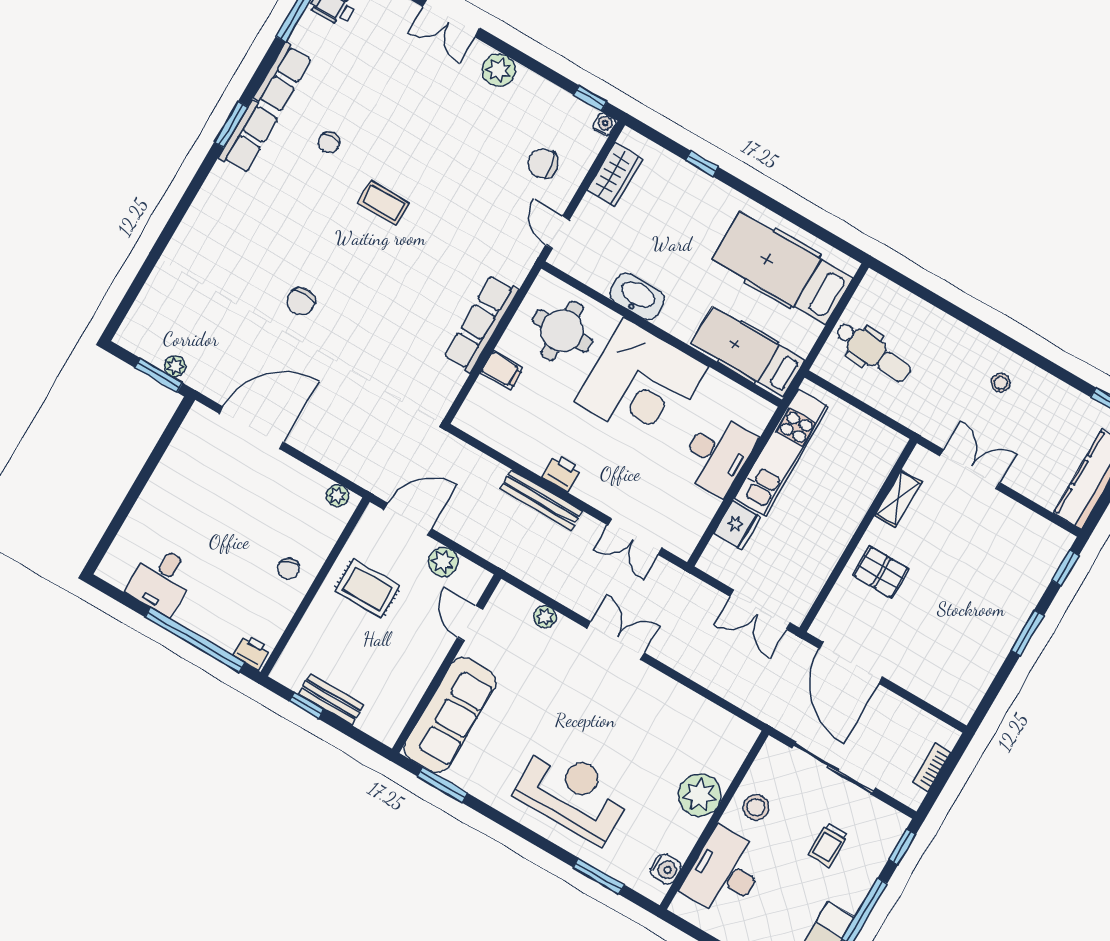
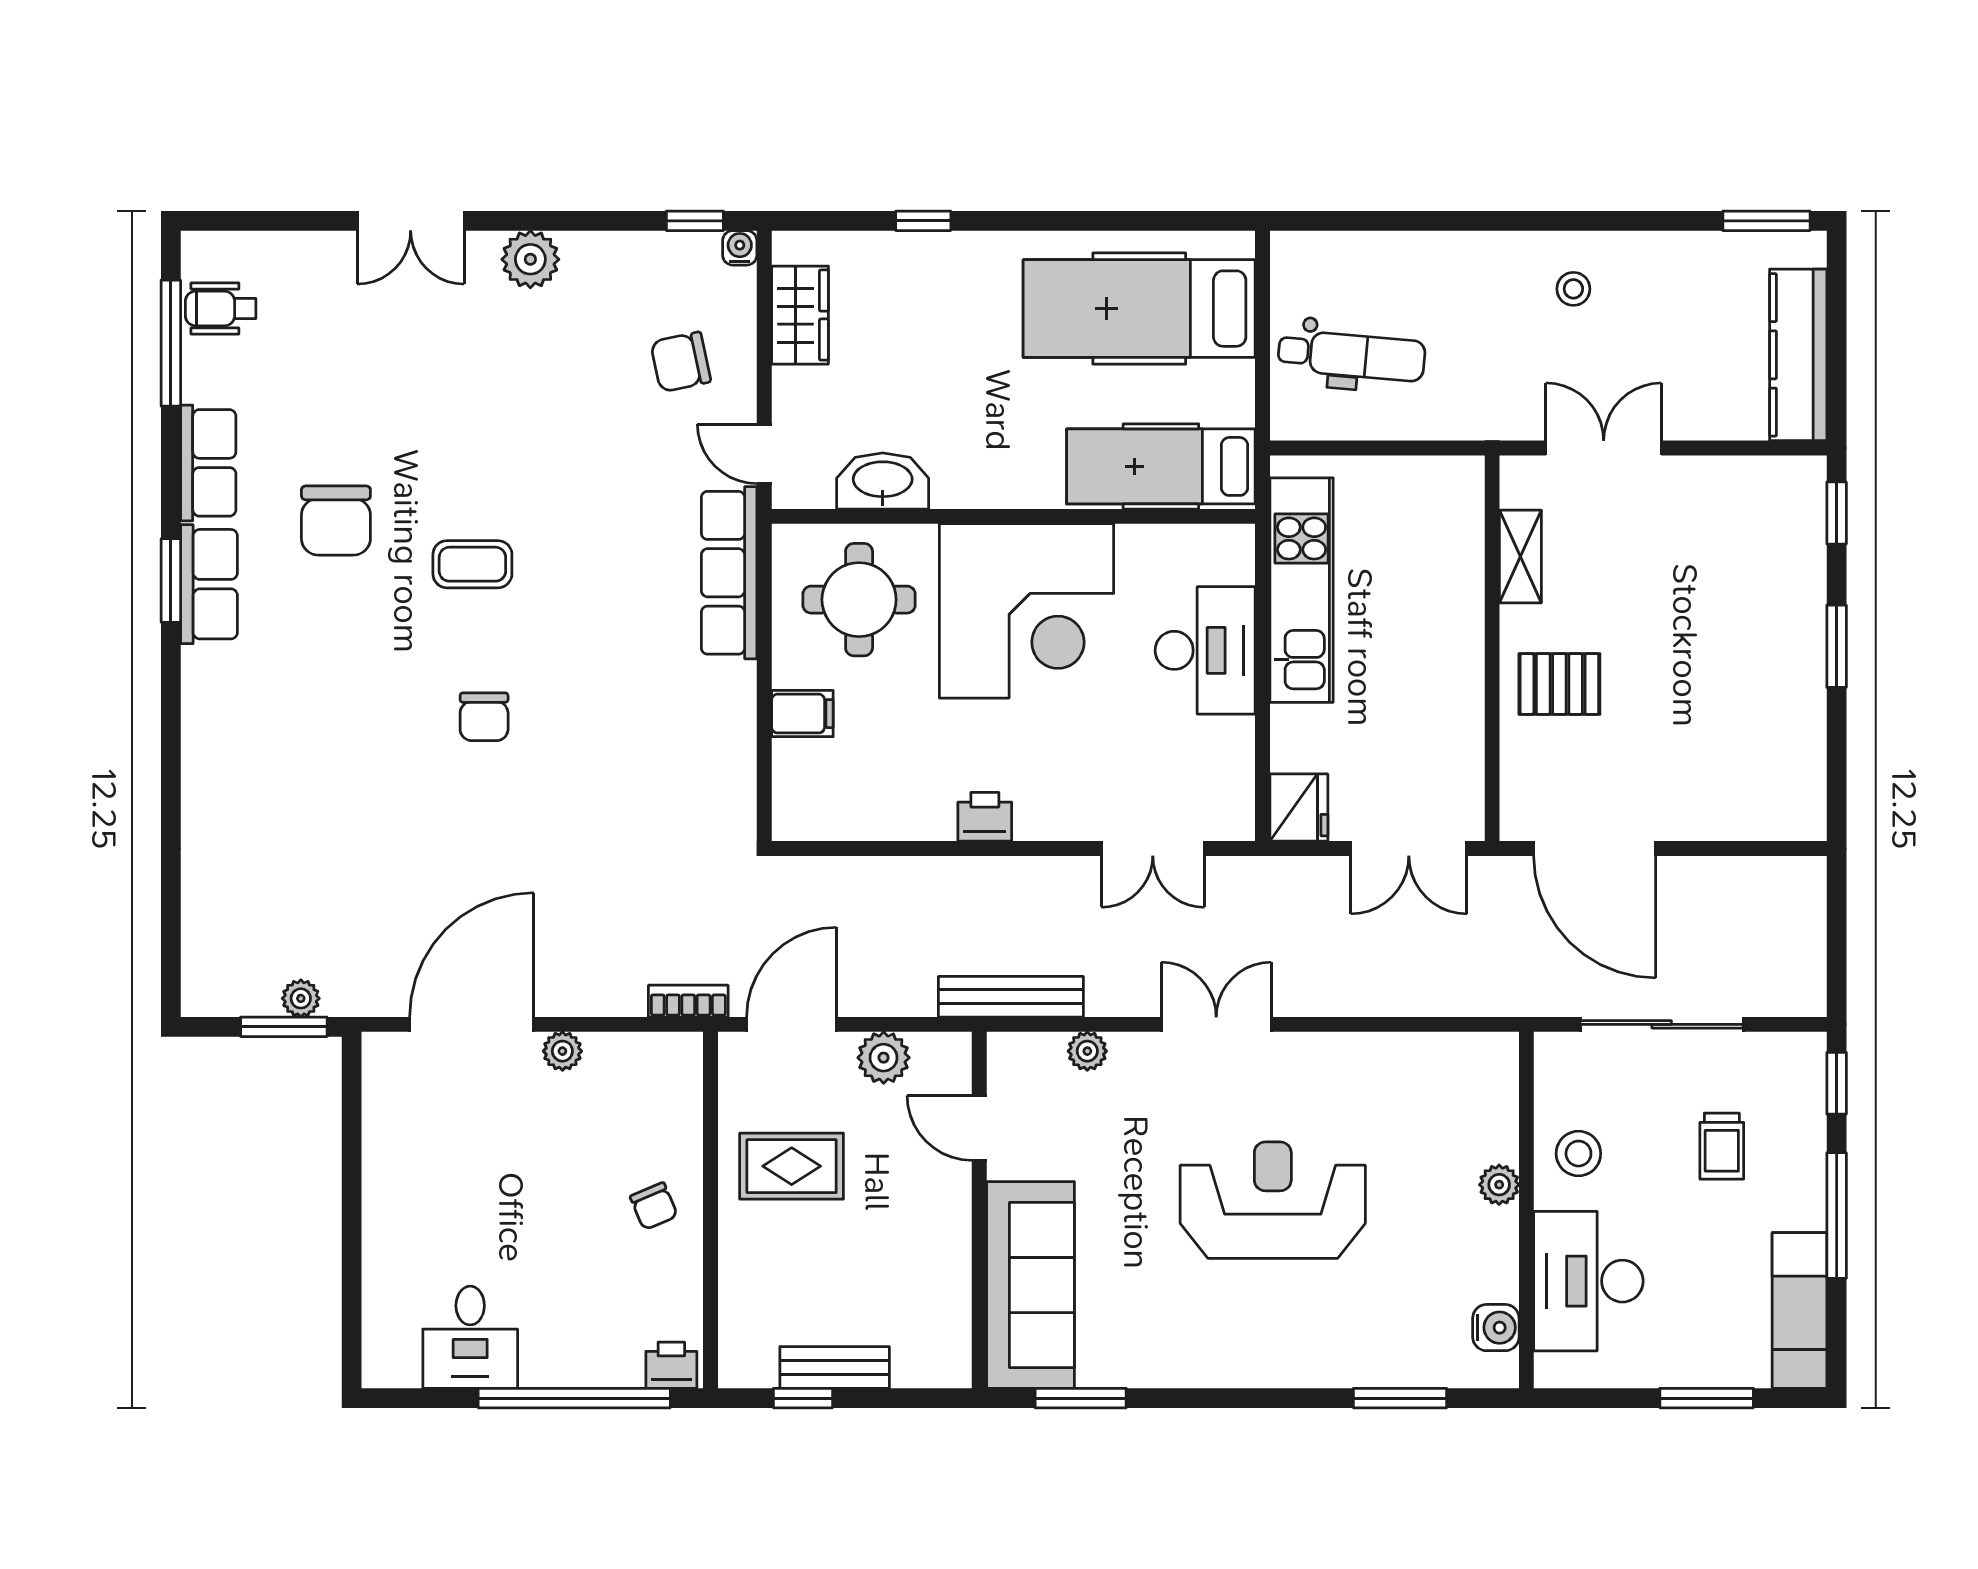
chair: (329, 142) -> (336, 521), width x1.87, depth x1.87
washbasin: (637, 296) -> (883, 481), moved
chair: (301, 301) -> (484, 717), moved
row of seats: (481, 324) -> (729, 573), moved
plant: (338, 496) -> (562, 1051), moved
bench: (541, 500) -> (1011, 997), moved
fridge: (737, 525) -> (1299, 808), moved
bookcase: (932, 767) -> (688, 1001), moved, turned 90
reception desk: (573, 793) -> (1273, 1200), moved
plant: (700, 795) -> (1499, 1185), width x0.53, depth x0.53

